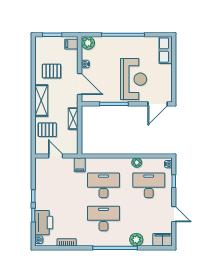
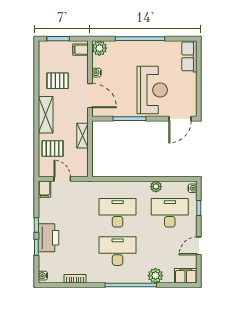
filing cabinet: (80, 165) -> (44, 189), moved
door: (174, 214) -> (199, 246), swing flipped
printer: (44, 223) -> (48, 238), moved

